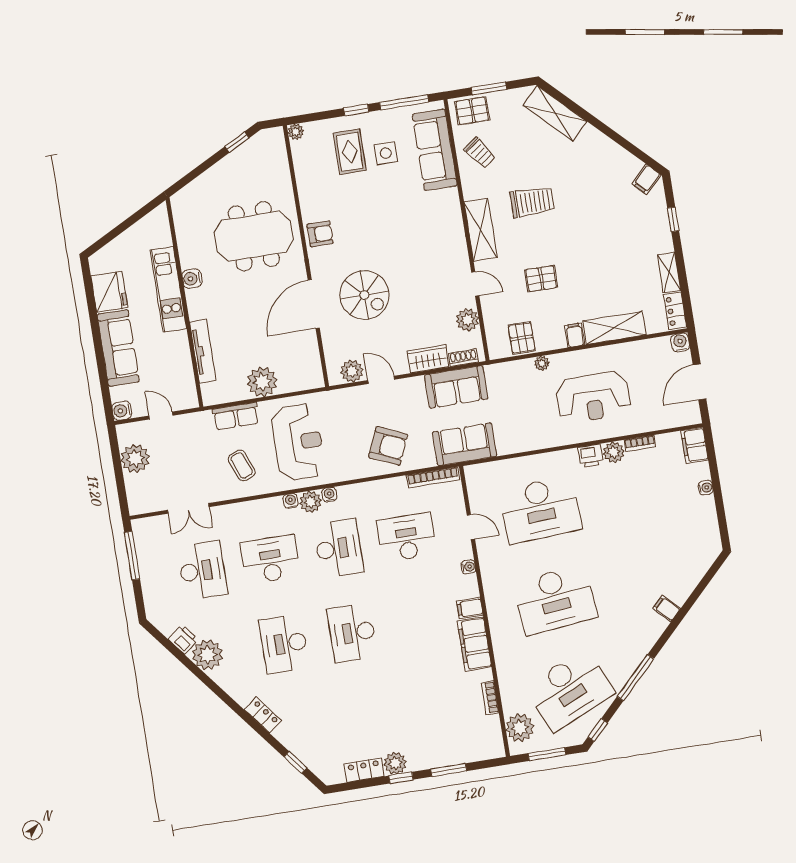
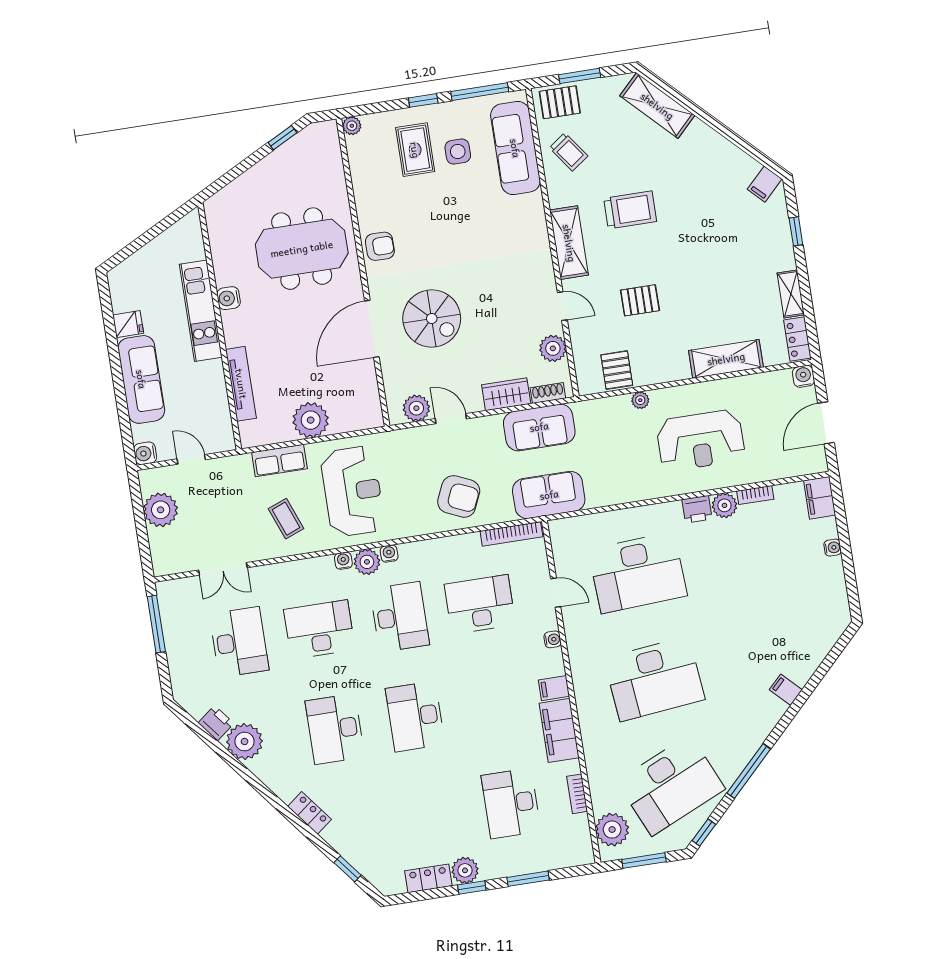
fridge: (109, 292) -> (128, 324), width x0.53, depth x0.75
filing cabinet: (575, 335) -> (679, 367), removed
desk: (434, 706) -> (511, 803), added

